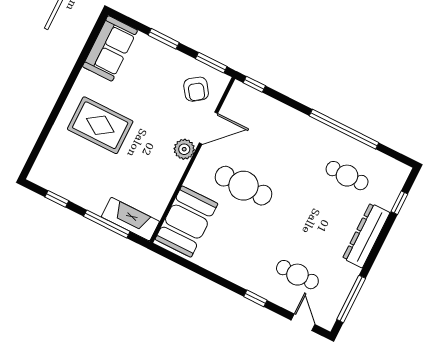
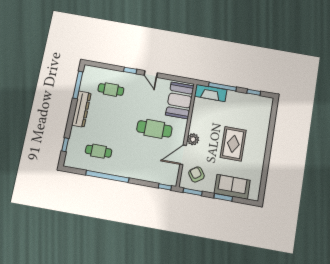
sofa: (110, 48) -> (232, 187), moved, turned 90
rug: (100, 125) -> (233, 144), moved, turned 90
dresser: (366, 235) -> (81, 109), moved
door: (303, 322) -> (151, 74), moved

